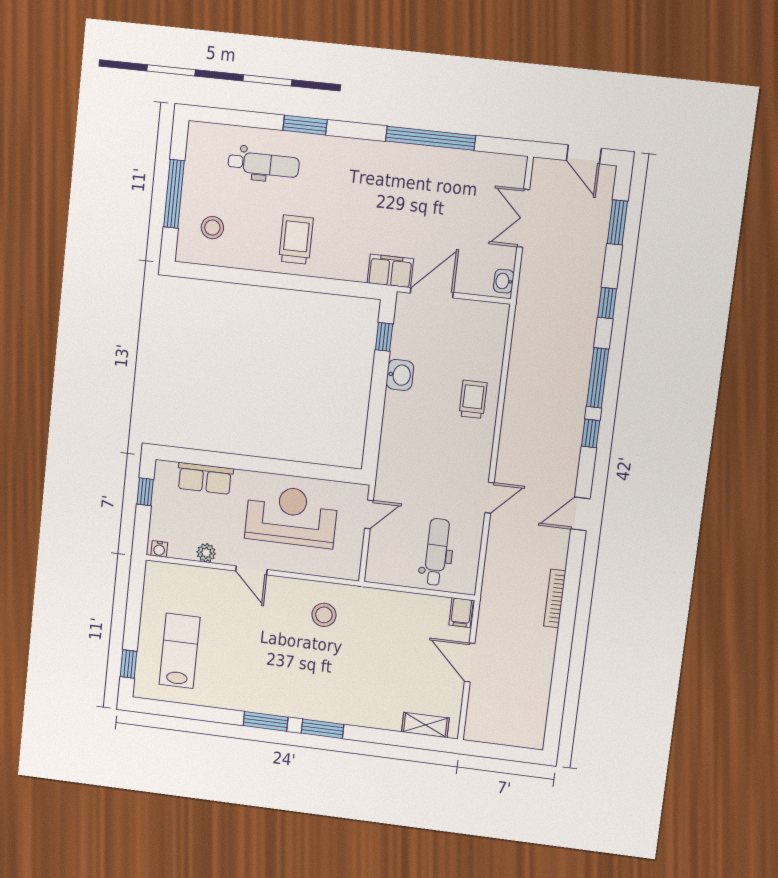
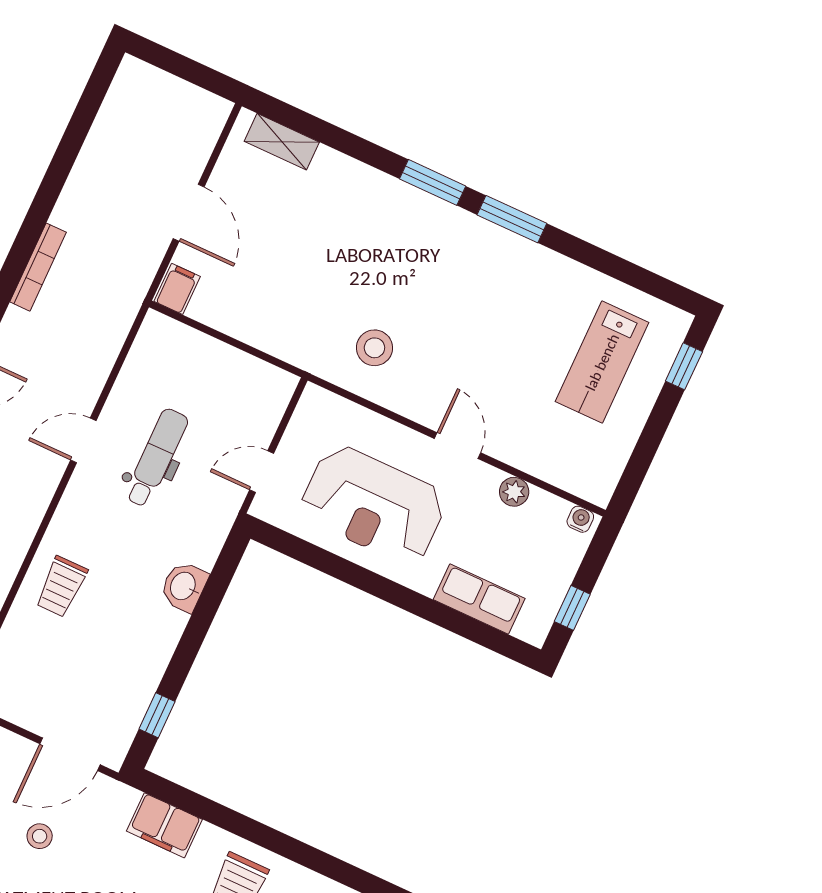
stool: (434, 233) -> (40, 836), added
filing cabinet: (390, 271) -> (164, 825), moved
washbasin: (400, 375) -> (184, 586), moved
dental chair: (437, 552) -> (156, 458), moved, turned 180

